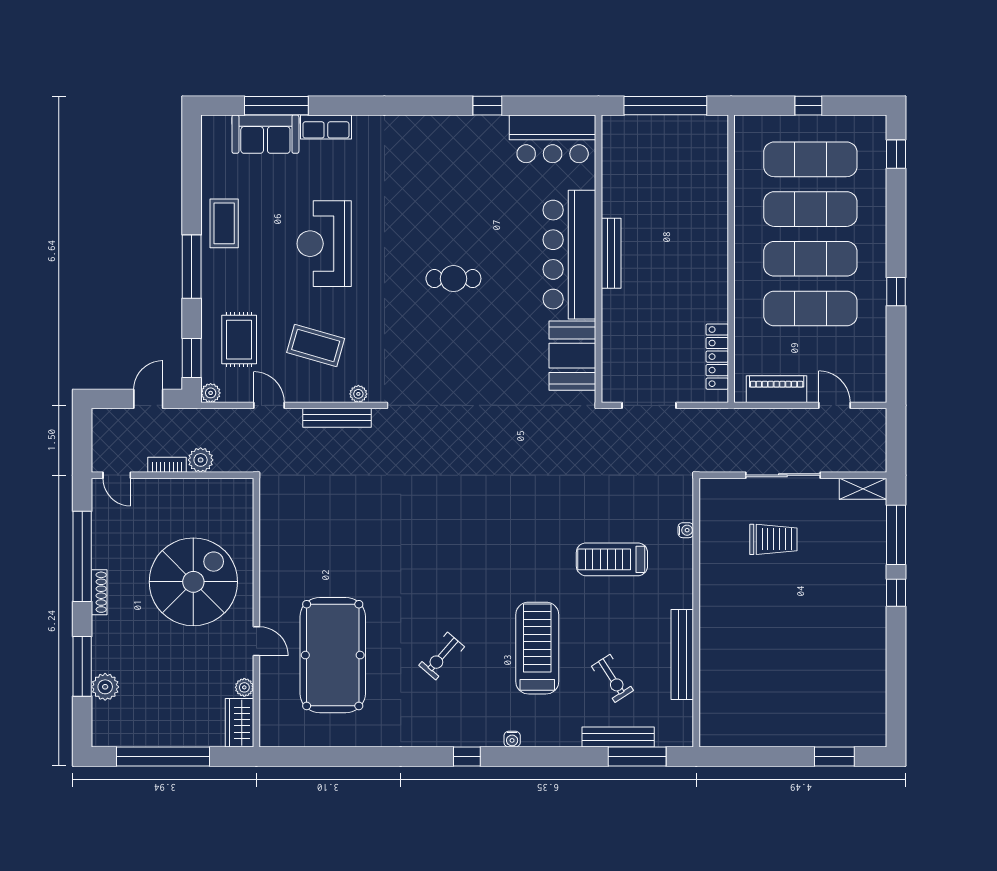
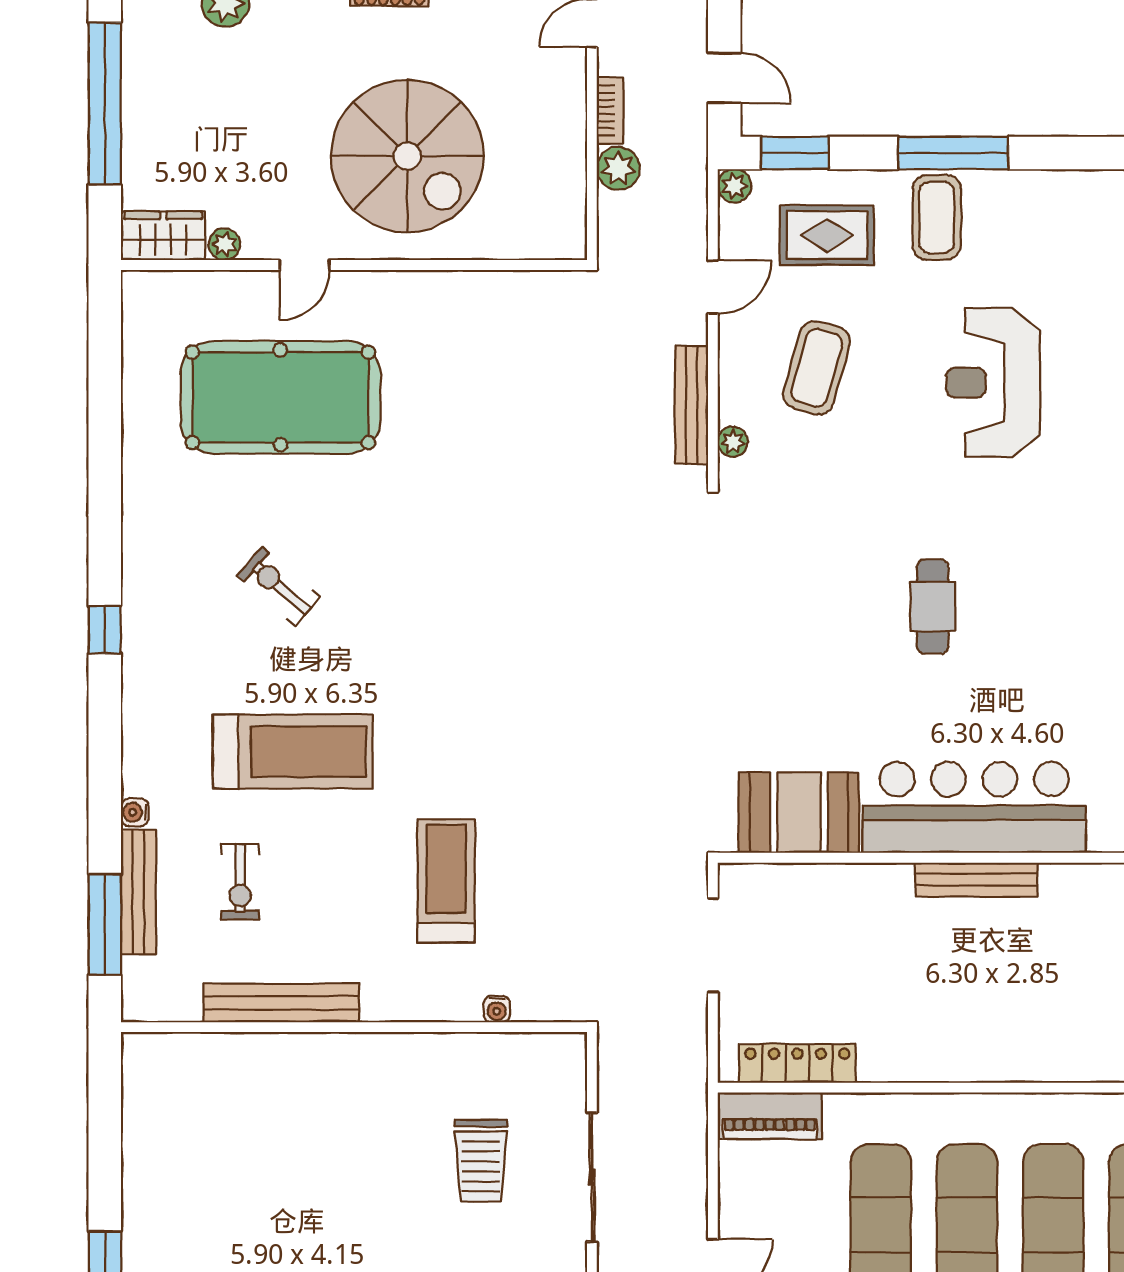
coffee table: (224, 223) -> (937, 217), moved, turned 90
reception desk: (324, 244) -> (993, 383), turned -90
piano: (777, 389) -> (770, 1116), moved, turned 90
exercise bike: (612, 678) -> (240, 882), turned -57
water cooler: (512, 739) -> (135, 812), moved

